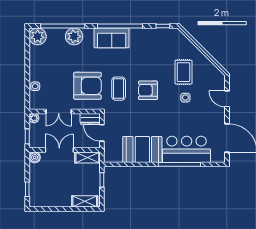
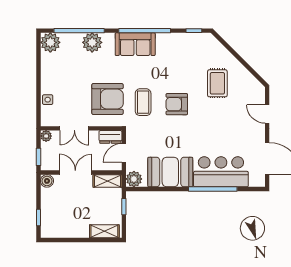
side table: (185, 98) -> (220, 112), removed
door: (102, 133) -> (124, 153), hinge flipped
plant: (111, 156) -> (134, 179), added

